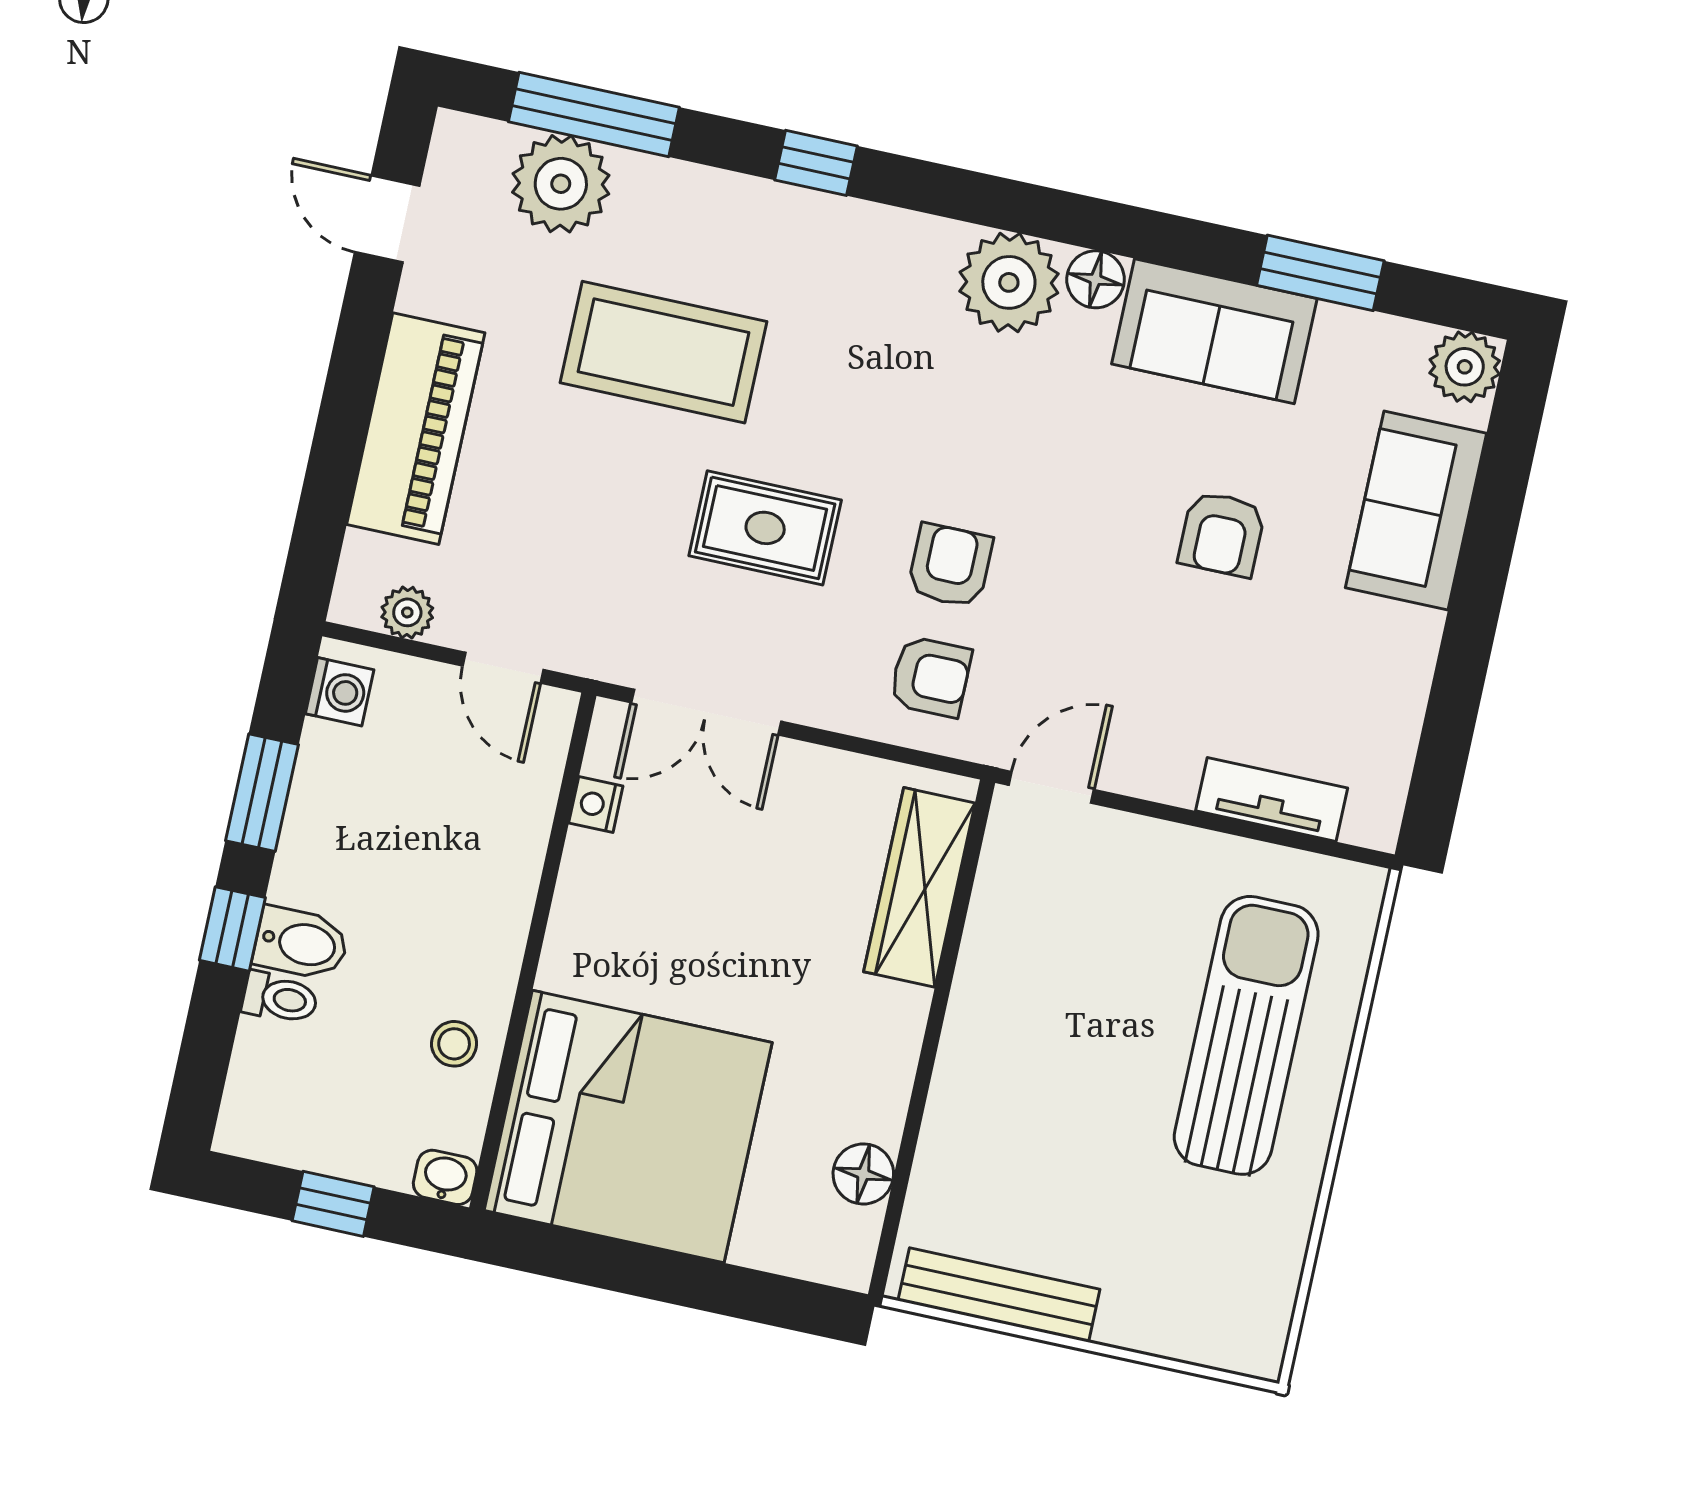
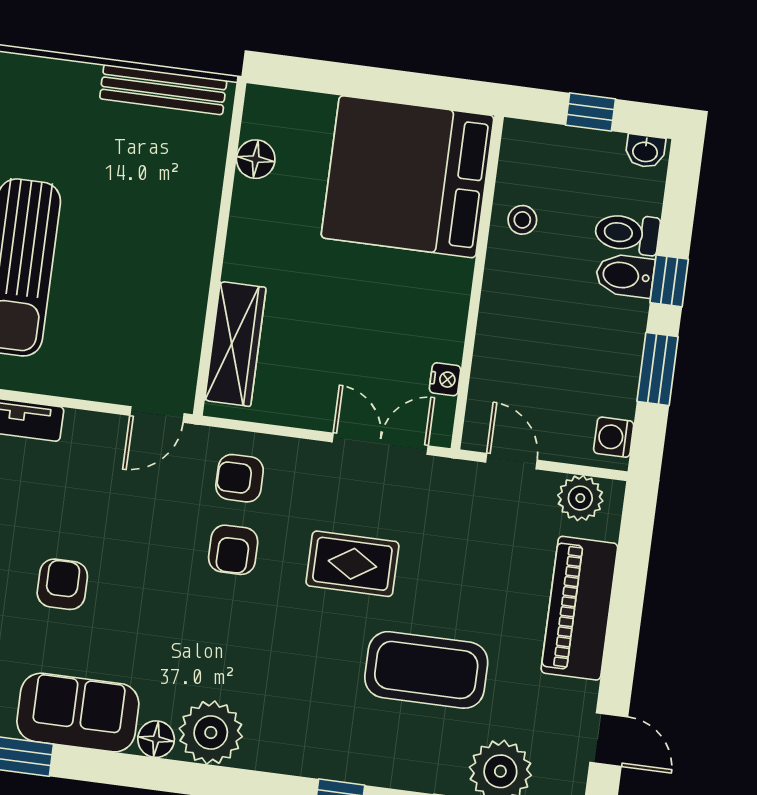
plant: (407, 612) -> (580, 498), width x1.38, depth x1.38
toilet: (280, 998) -> (627, 233), width x1.37, depth x1.39
washbasin: (445, 1177) -> (645, 151), moved

